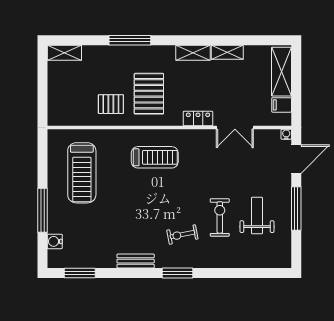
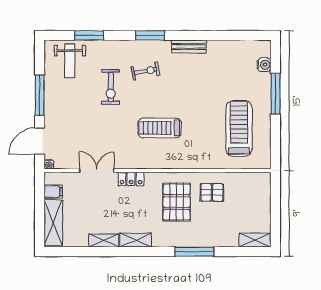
treadmill: (155, 157) -> (160, 128), moved
weight bench: (257, 216) -> (70, 61), moved
window: (80, 273) -> (89, 35), moved

